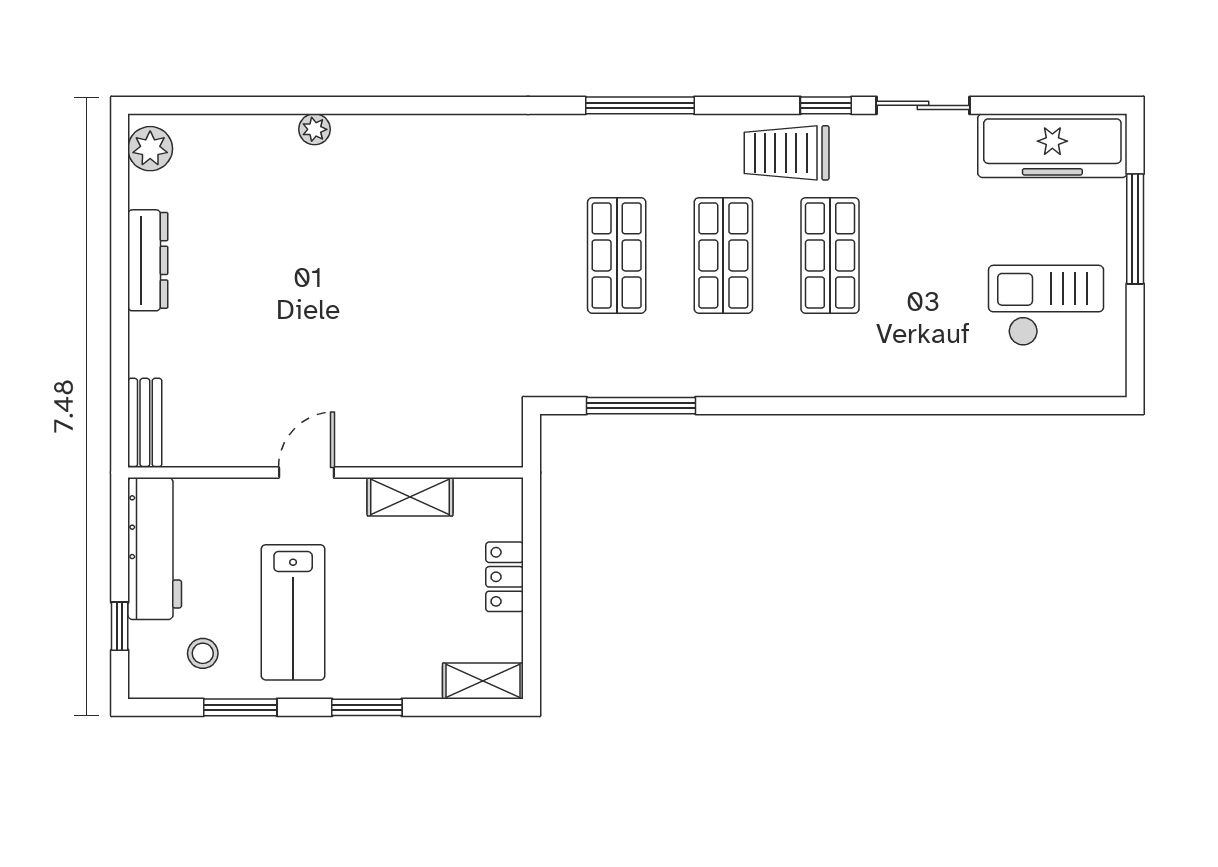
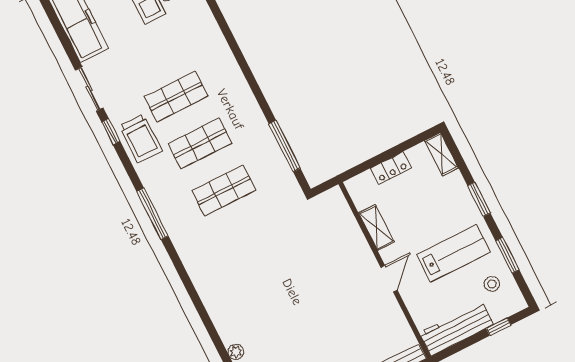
door: (306, 473) -> (389, 279), swing flipped

